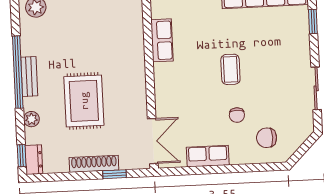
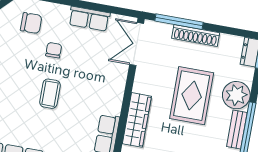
wardrobe: (135, 63) -> (137, 120), added
plant: (31, 119) -> (236, 95), width x1.87, depth x1.87
window: (114, 174) -> (179, 22), width x2.17

